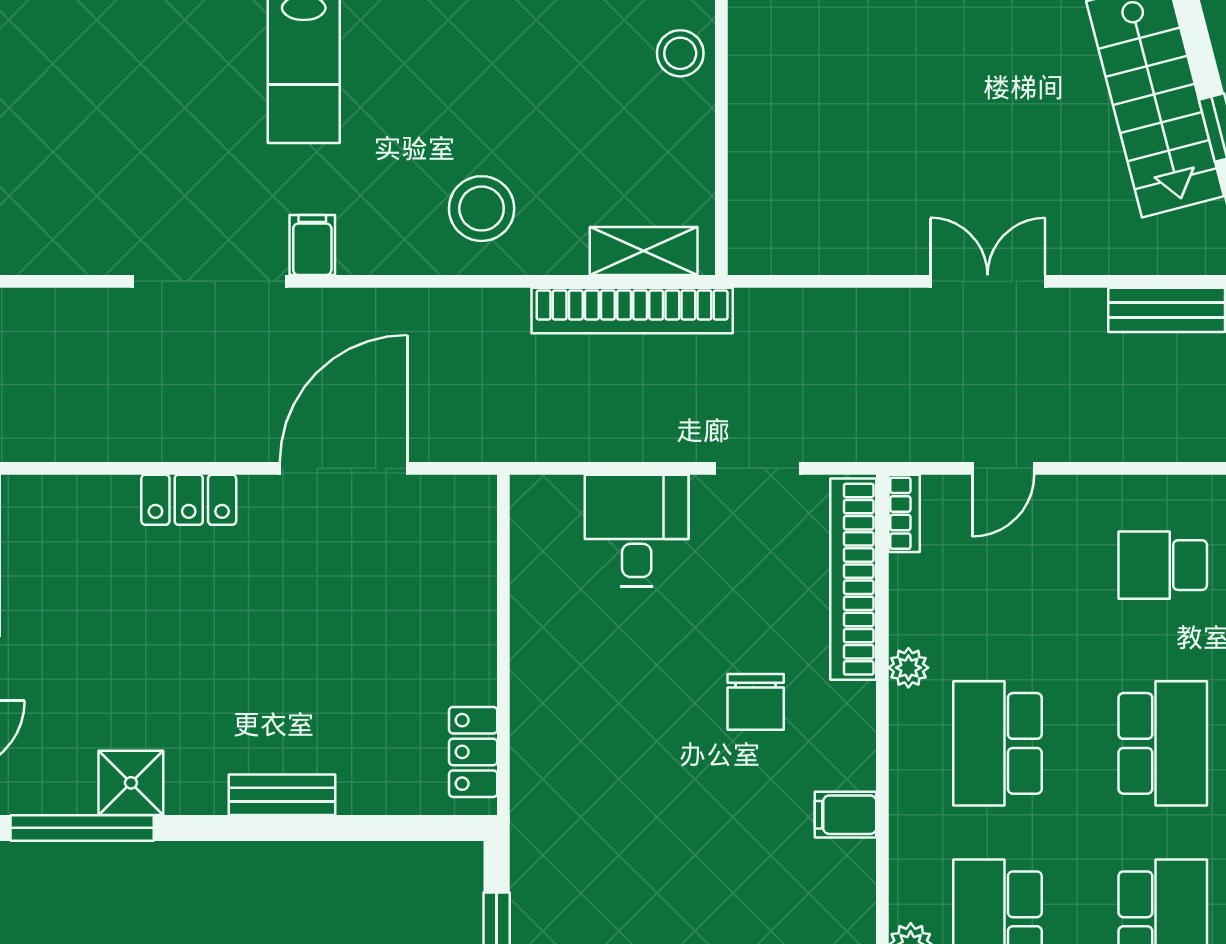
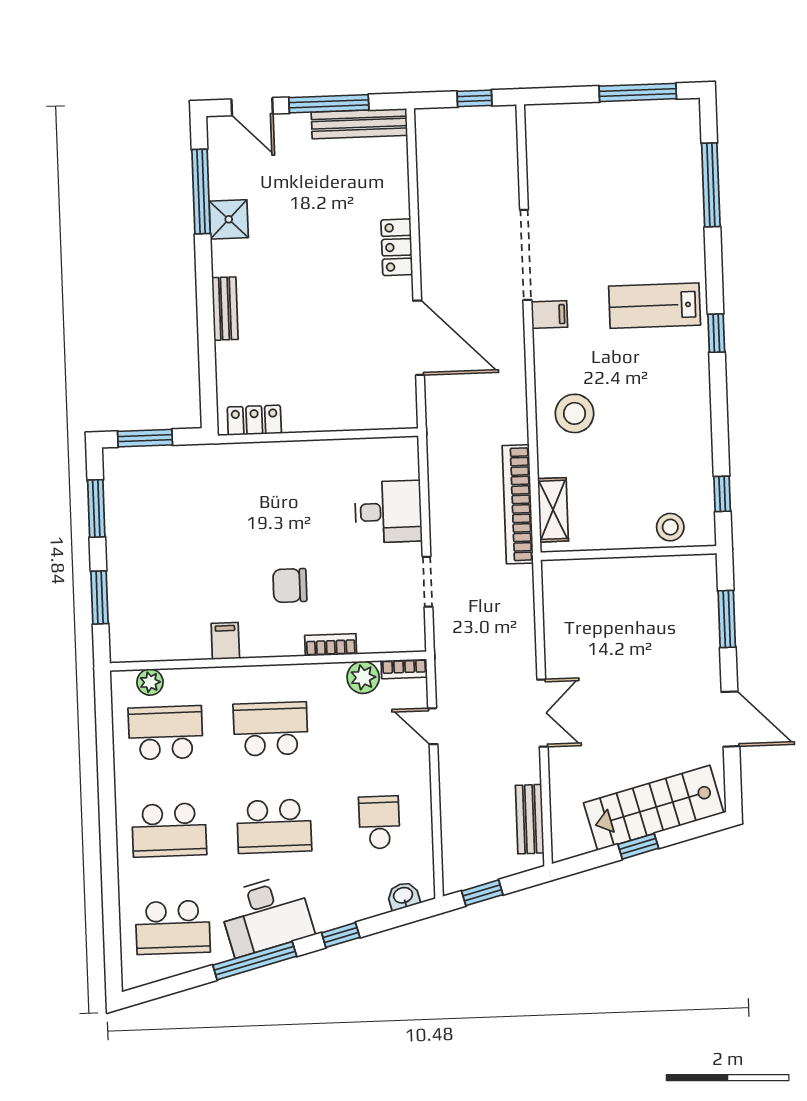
bookcase: (853, 579) -> (331, 645), width x0.43, depth x0.76
plant: (908, 668) -> (363, 677), moved, width x1.38, depth x1.38

